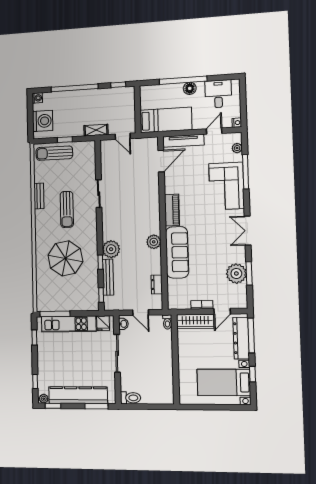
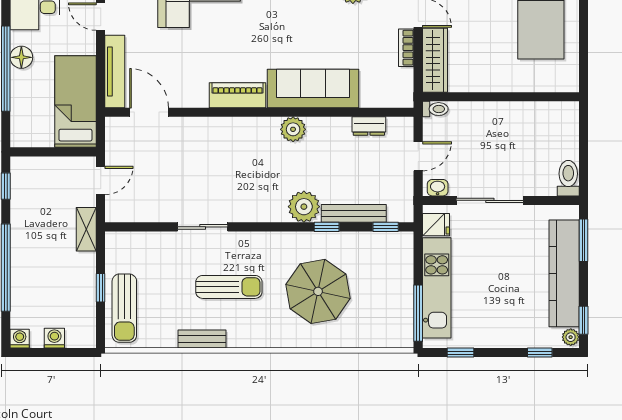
washing machine: (43, 121) -> (54, 338), width x0.53, depth x0.53

